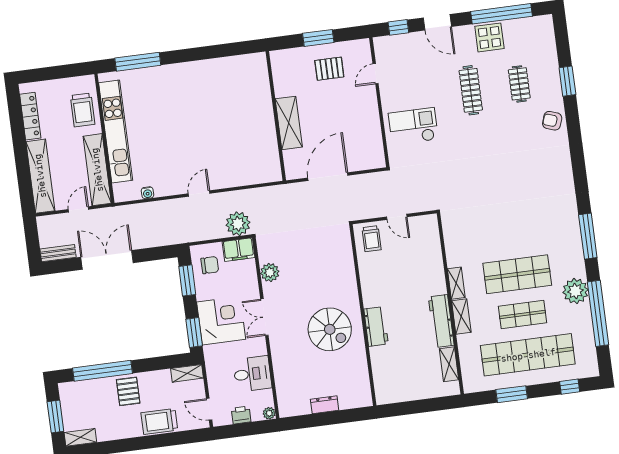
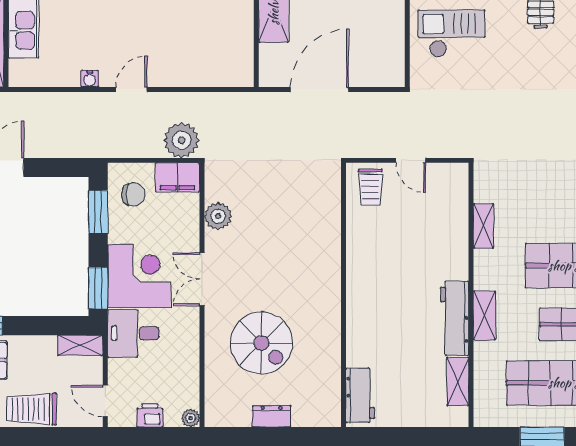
water cooler: (148, 193) -> (90, 79), moved
shelving: (456, 283) -> (483, 226), moved
workbench: (376, 326) -> (360, 395), moved
spiral stairs: (330, 329) -> (261, 343), moved
desk: (252, 374) -> (133, 333), moved, turned 180

